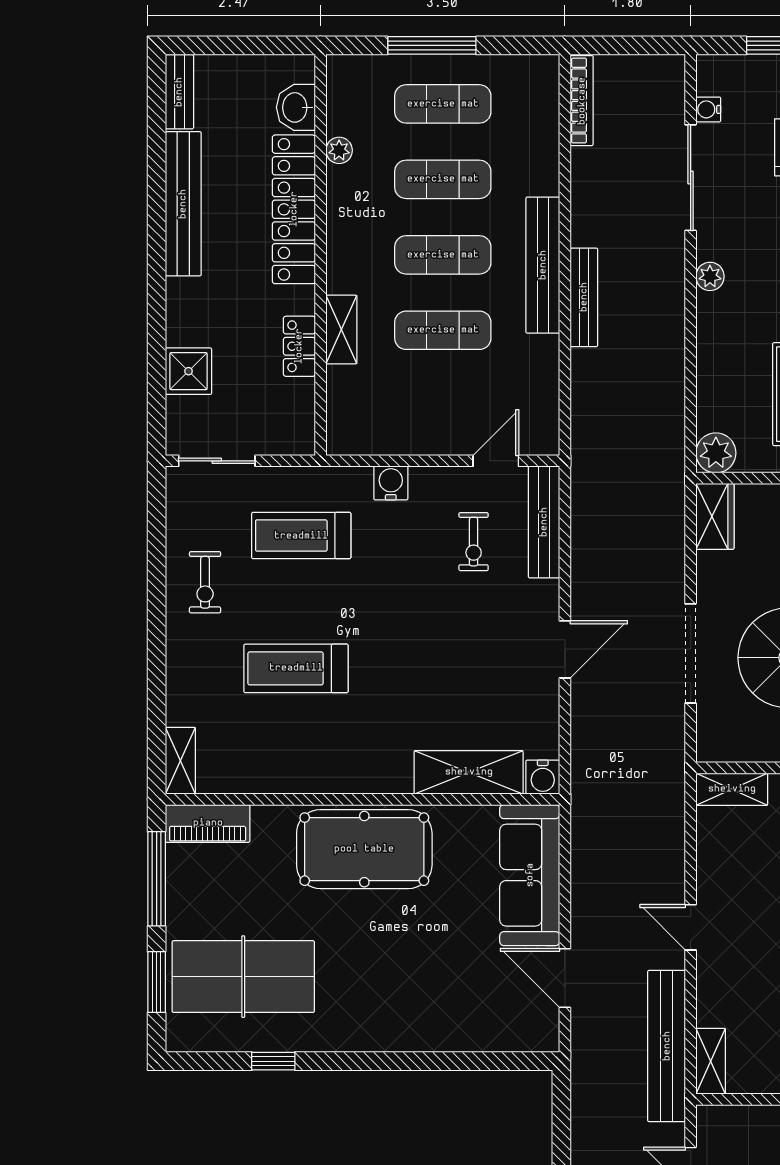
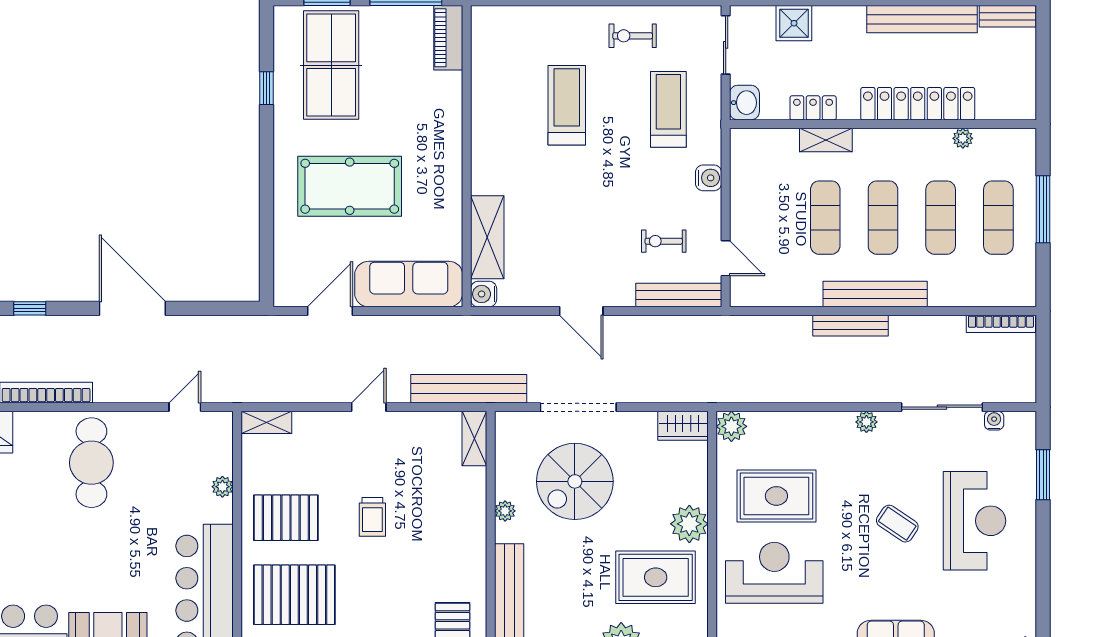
washbasin: (296, 107) -> (744, 103), moved, turned 90
shelving: (180, 761) -> (496, 17), removed
pool table: (364, 849) -> (350, 186), moved, turned 90
bench: (667, 1046) -> (469, 389), moved

